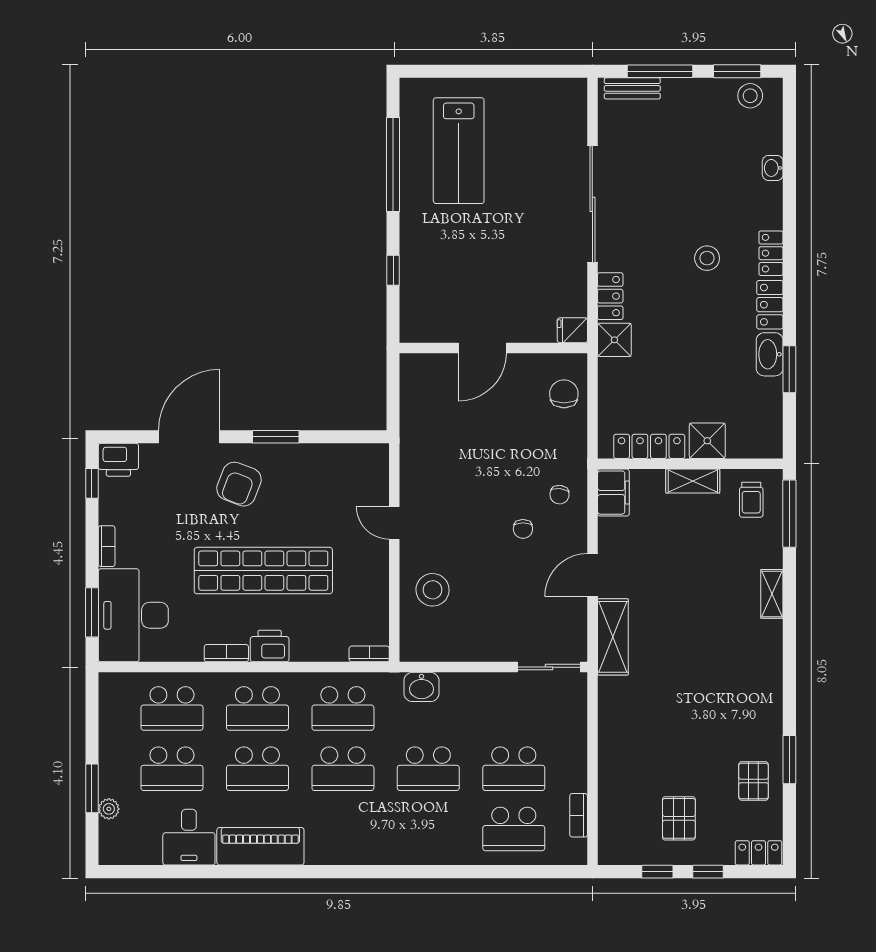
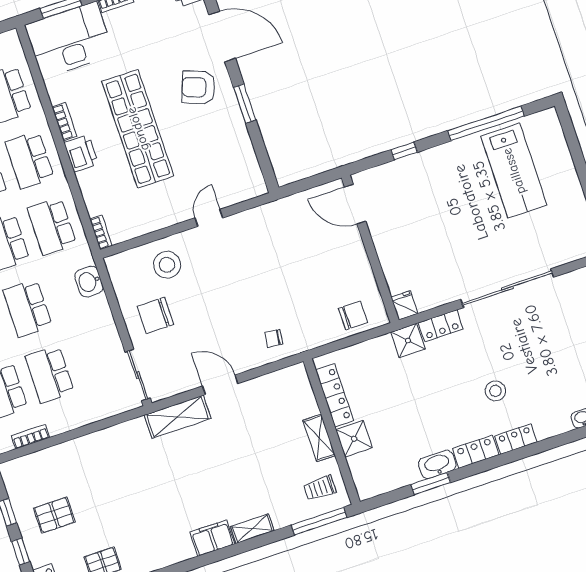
lab bench: (459, 151) -> (514, 171), turned -90
door: (482, 348) -> (355, 204), moved
filing cabinet: (613, 493) -> (212, 538), moved, turned 180
chair: (523, 529) -> (155, 315), moved, width x1.87, depth x1.87

